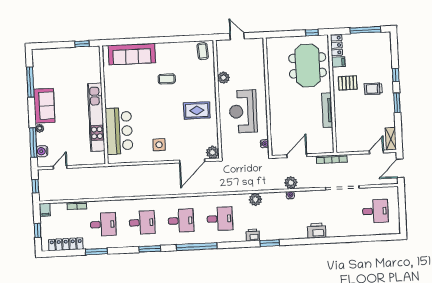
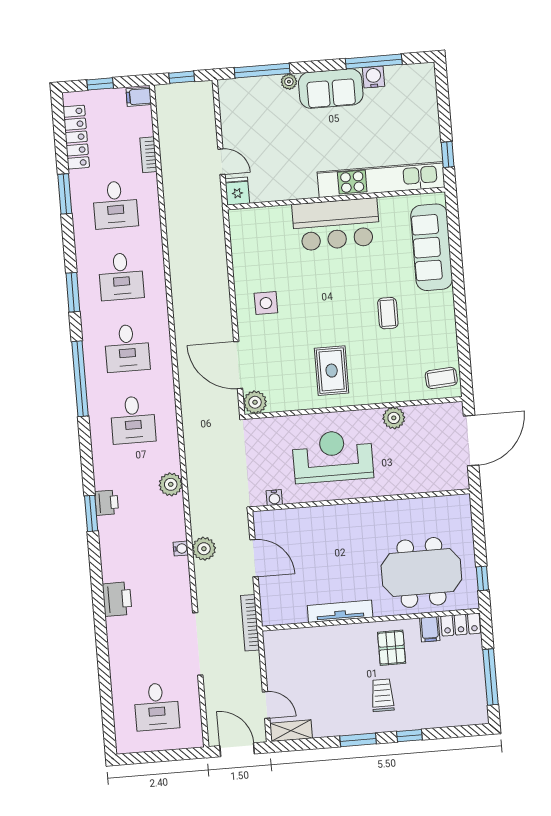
door: (237, 36) -> (471, 441), width x1.88
kitchen unit: (96, 117) -> (381, 180), moved
bar counter: (119, 131) -> (336, 224), moved
water cooler: (42, 151) -> (373, 77), moved
fridge: (98, 158) -> (237, 191), added
door: (60, 167) -> (221, 162), moved
printer: (253, 235) -> (107, 503), moved

